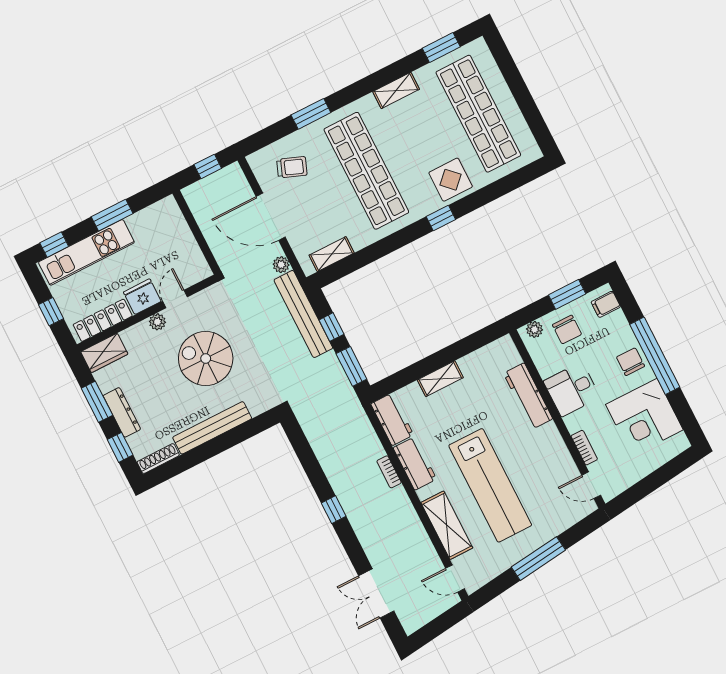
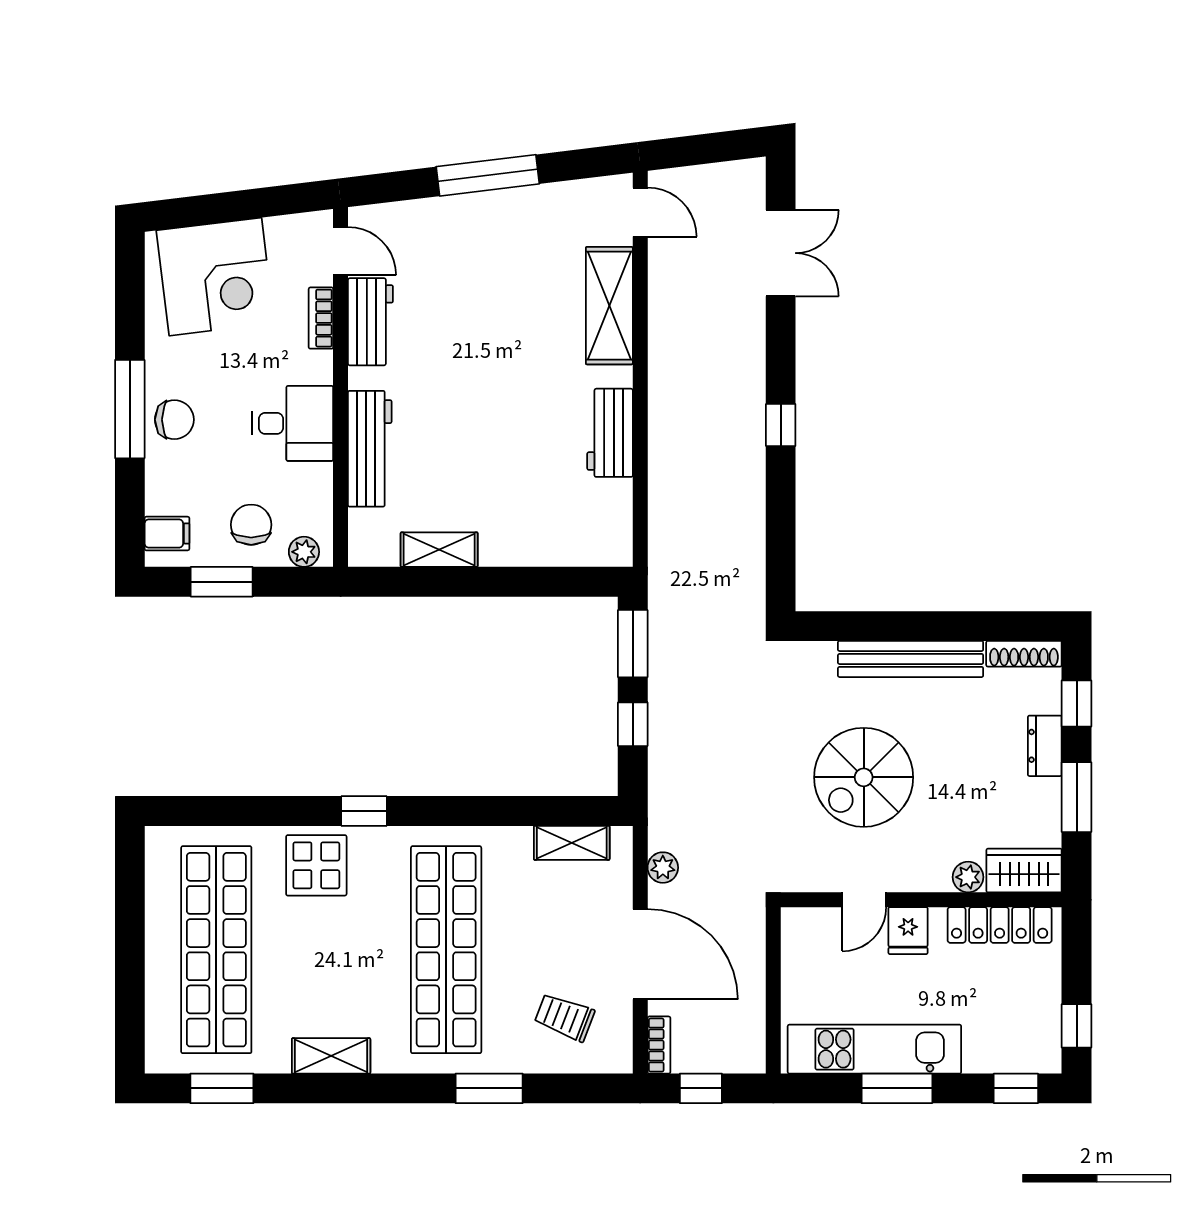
kitchen unit: (86, 252) -> (874, 1049), moved
fridge: (142, 297) -> (908, 931), width x0.72
window: (51, 312) -> (1077, 1026), moved
bench: (303, 314) -> (668, 769), removed
plant: (157, 322) -> (968, 877), moved
window: (655, 356) -> (130, 409), width x0.68
spiral stairs: (206, 358) -> (864, 777), turned 90
chair: (630, 362) -> (174, 420), turned -90
shelving: (440, 379) -> (439, 550), moved
dresser: (122, 412) -> (1045, 746), width x0.70
corner desk: (644, 417) -> (215, 277), moved, turned 83
workbench: (392, 419) -> (370, 322), moved, turned 180
bookcase: (389, 472) -> (659, 1045), moved
lab bench: (490, 485) -> (505, 335), removed

